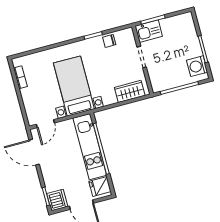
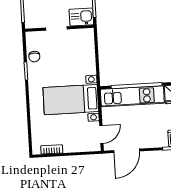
kitchen sink: (149, 31) -> (81, 17), moved, turned -90
wardrobe: (130, 91) -> (87, 47), removed
door: (45, 124) -> (101, 134), hinge flipped

